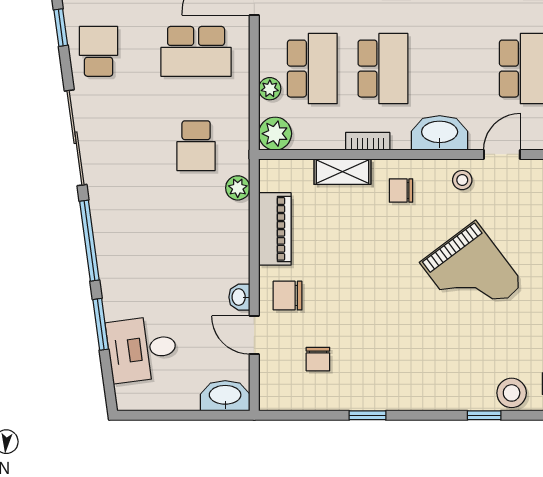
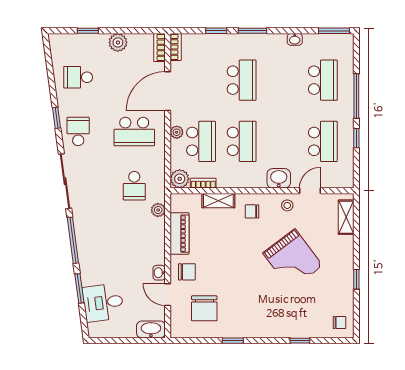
plant: (270, 89) -> (177, 132), moved
washbasin: (440, 133) -> (279, 178), width x0.72
bookcase: (368, 141) -> (203, 183), moved
chair: (288, 296) -> (187, 272), turned 180
chair: (318, 359) -> (204, 308), width x1.87, depth x1.87
stool: (512, 393) -> (316, 328), removed

